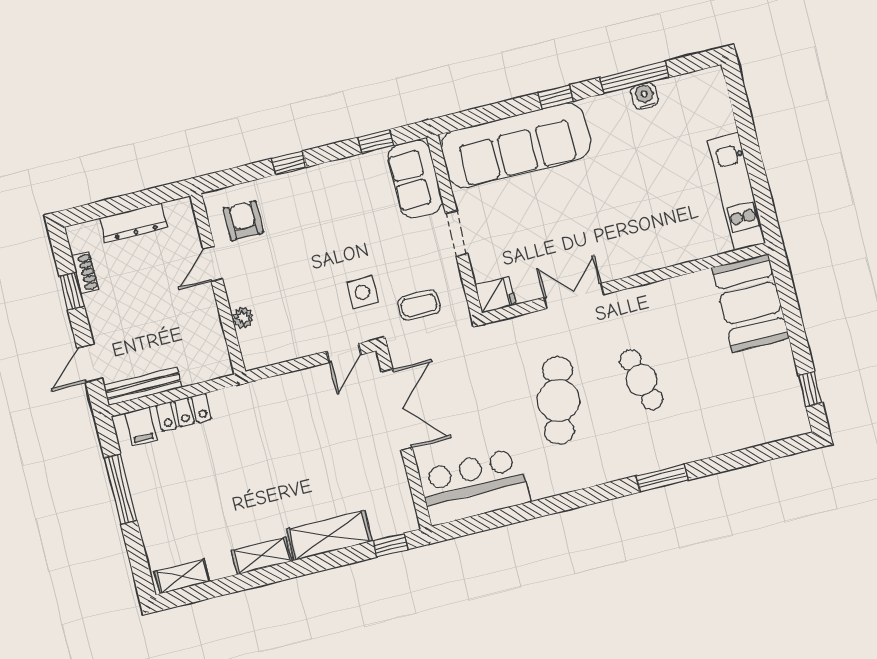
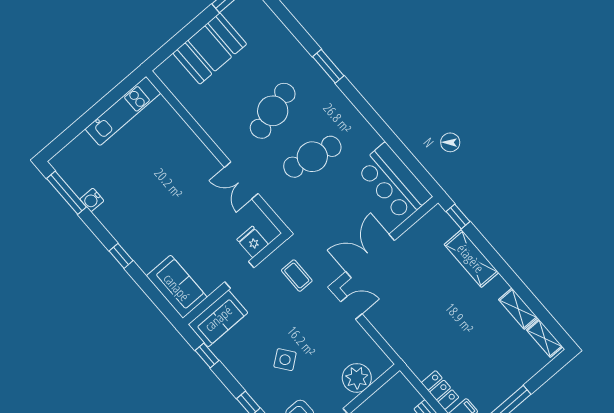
window: (634, 77) -> (67, 193), moved
sofa: (516, 145) -> (177, 287), width x0.54, depth x0.79
side table: (362, 292) -> (285, 360), moved, turned -37
fridge: (495, 295) -> (253, 242), moved
booth: (750, 303) -> (210, 49), moved
plant: (243, 318) -> (357, 378), width x1.88, depth x1.88
cafe table: (641, 380) -> (273, 111), width x1.37, depth x1.35
shelving: (262, 556) -> (518, 309), moved

